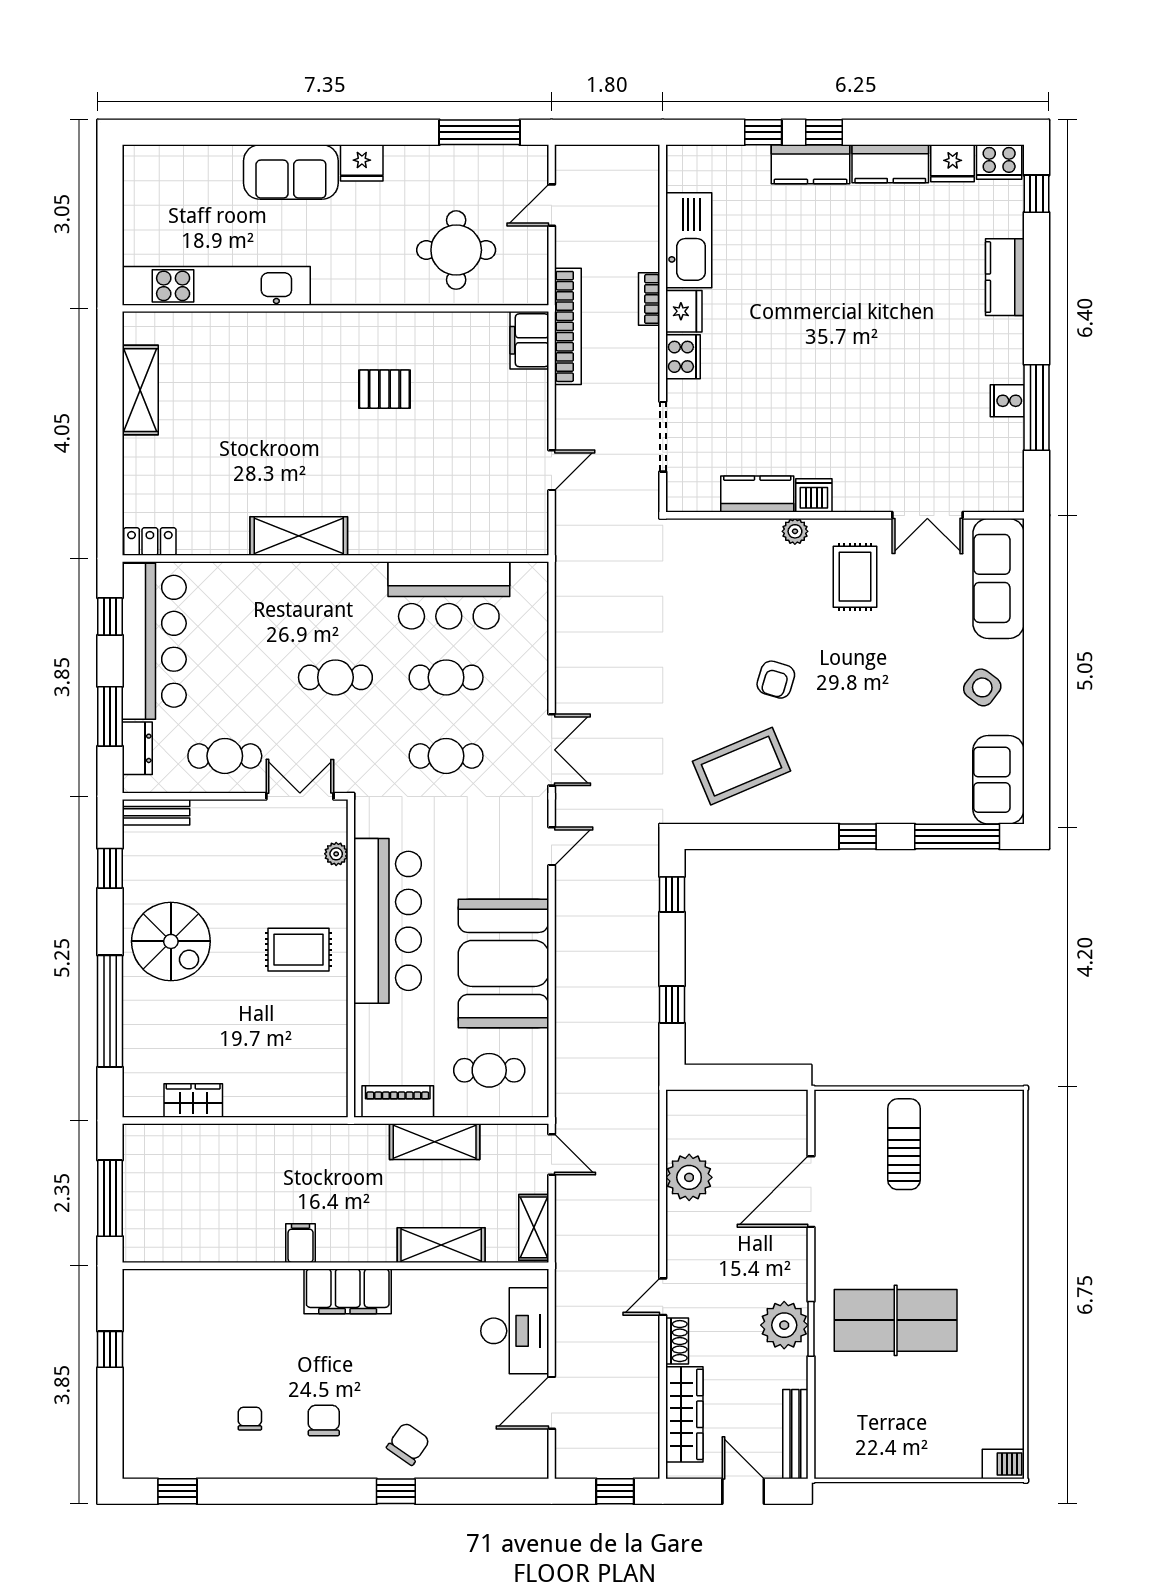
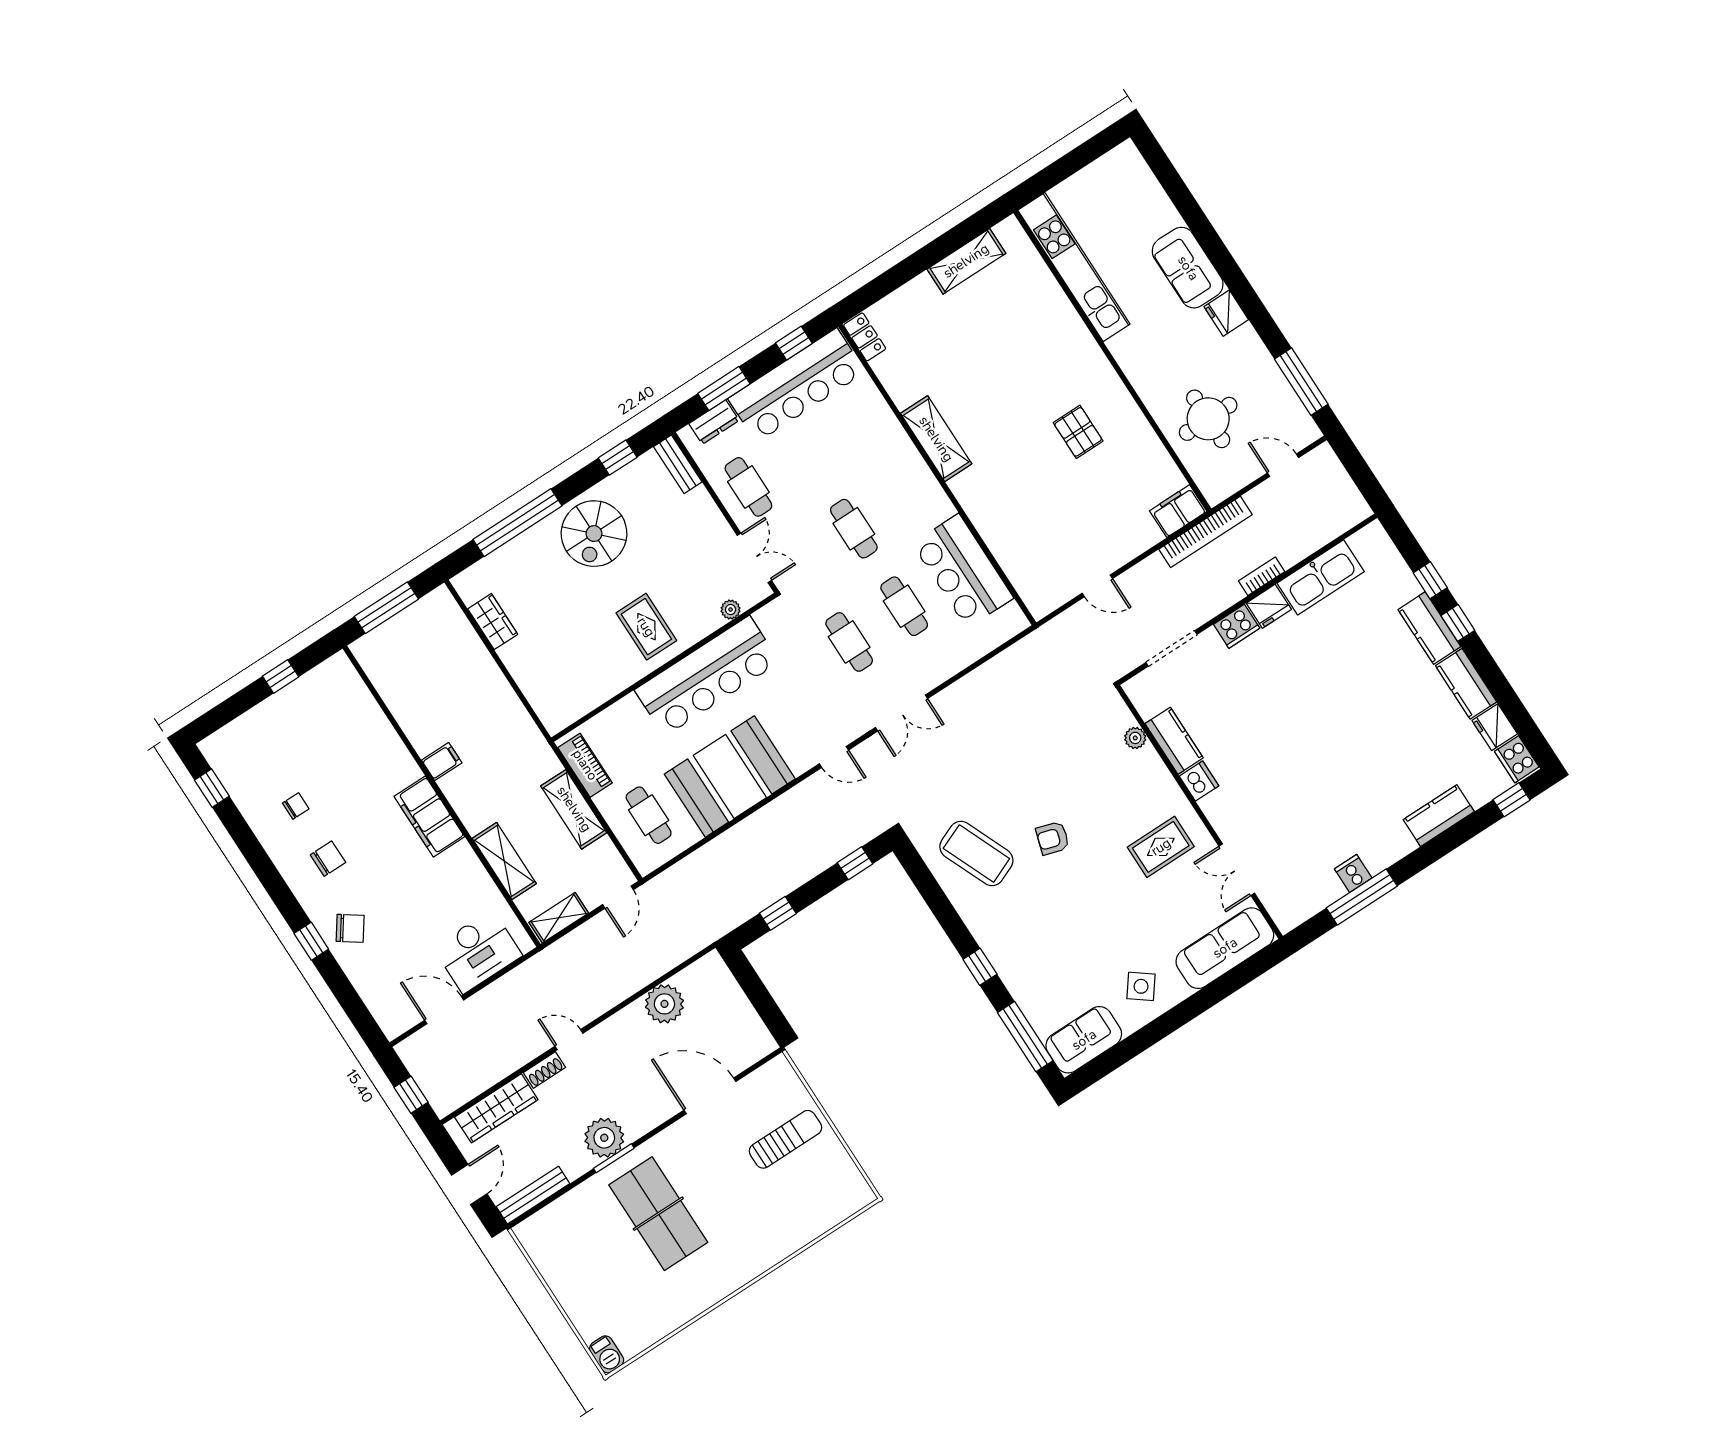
plant: (795, 531) -> (1135, 738), moved

